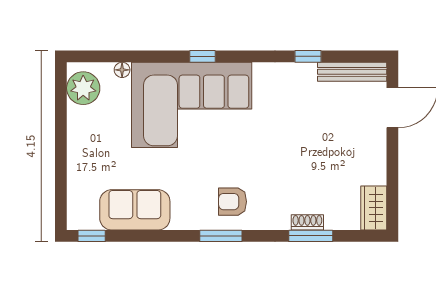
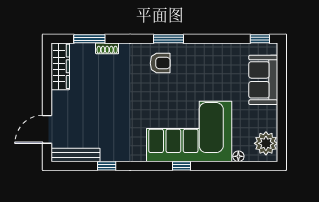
wardrobe: (374, 208) -> (60, 66), width x1.50
sofa: (135, 210) -> (263, 80), moved, turned 90
window: (311, 236) -> (89, 39), moved

